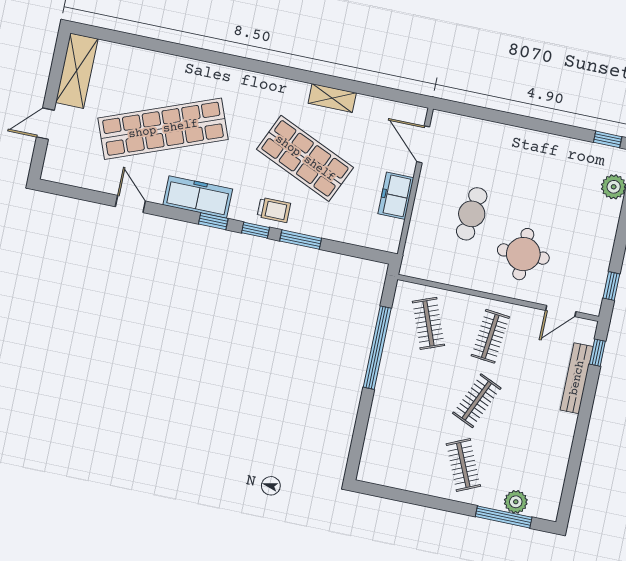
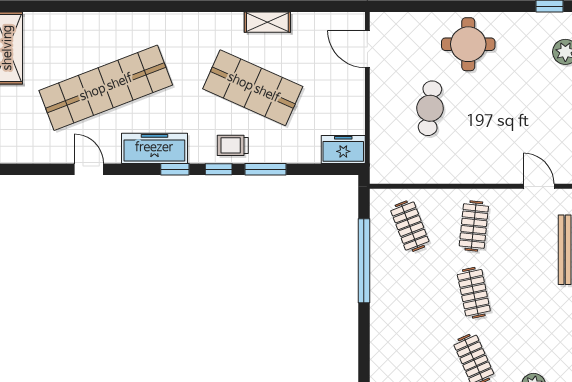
freezer: (396, 196) -> (343, 149), moved, turned 90
trolley: (274, 210) -> (233, 145), turned 180
round table: (523, 254) -> (468, 44), moved
door: (561, 311) -> (539, 186), swing flipped
clothes rail: (477, 401) -> (474, 293), turned -36

